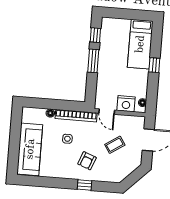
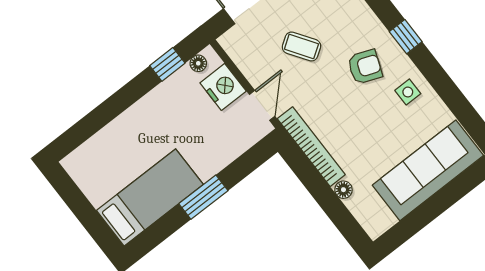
window: (95, 35) -> (161, 230), removed
bed: (140, 44) -> (150, 197), moved
window: (154, 65) -> (167, 64), moved
side table: (67, 139) -> (408, 92), moved

